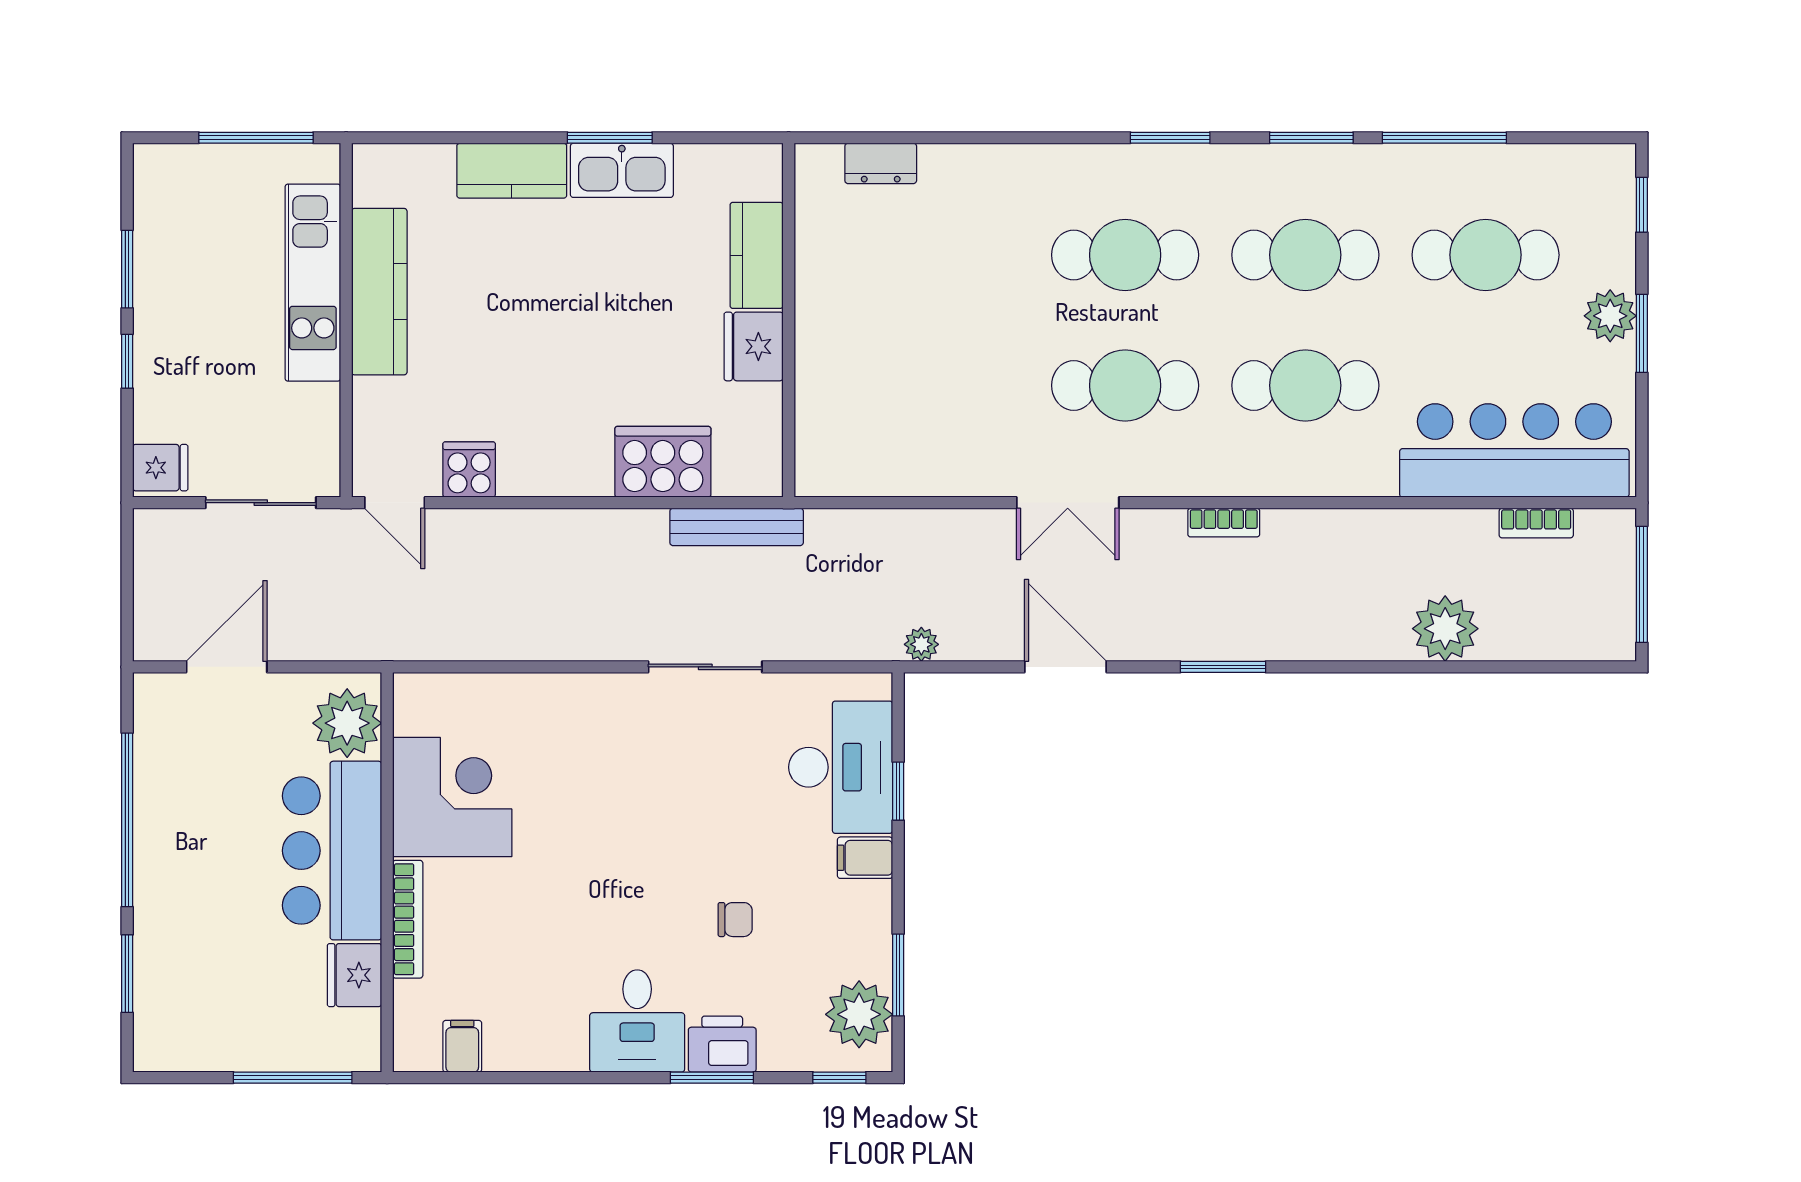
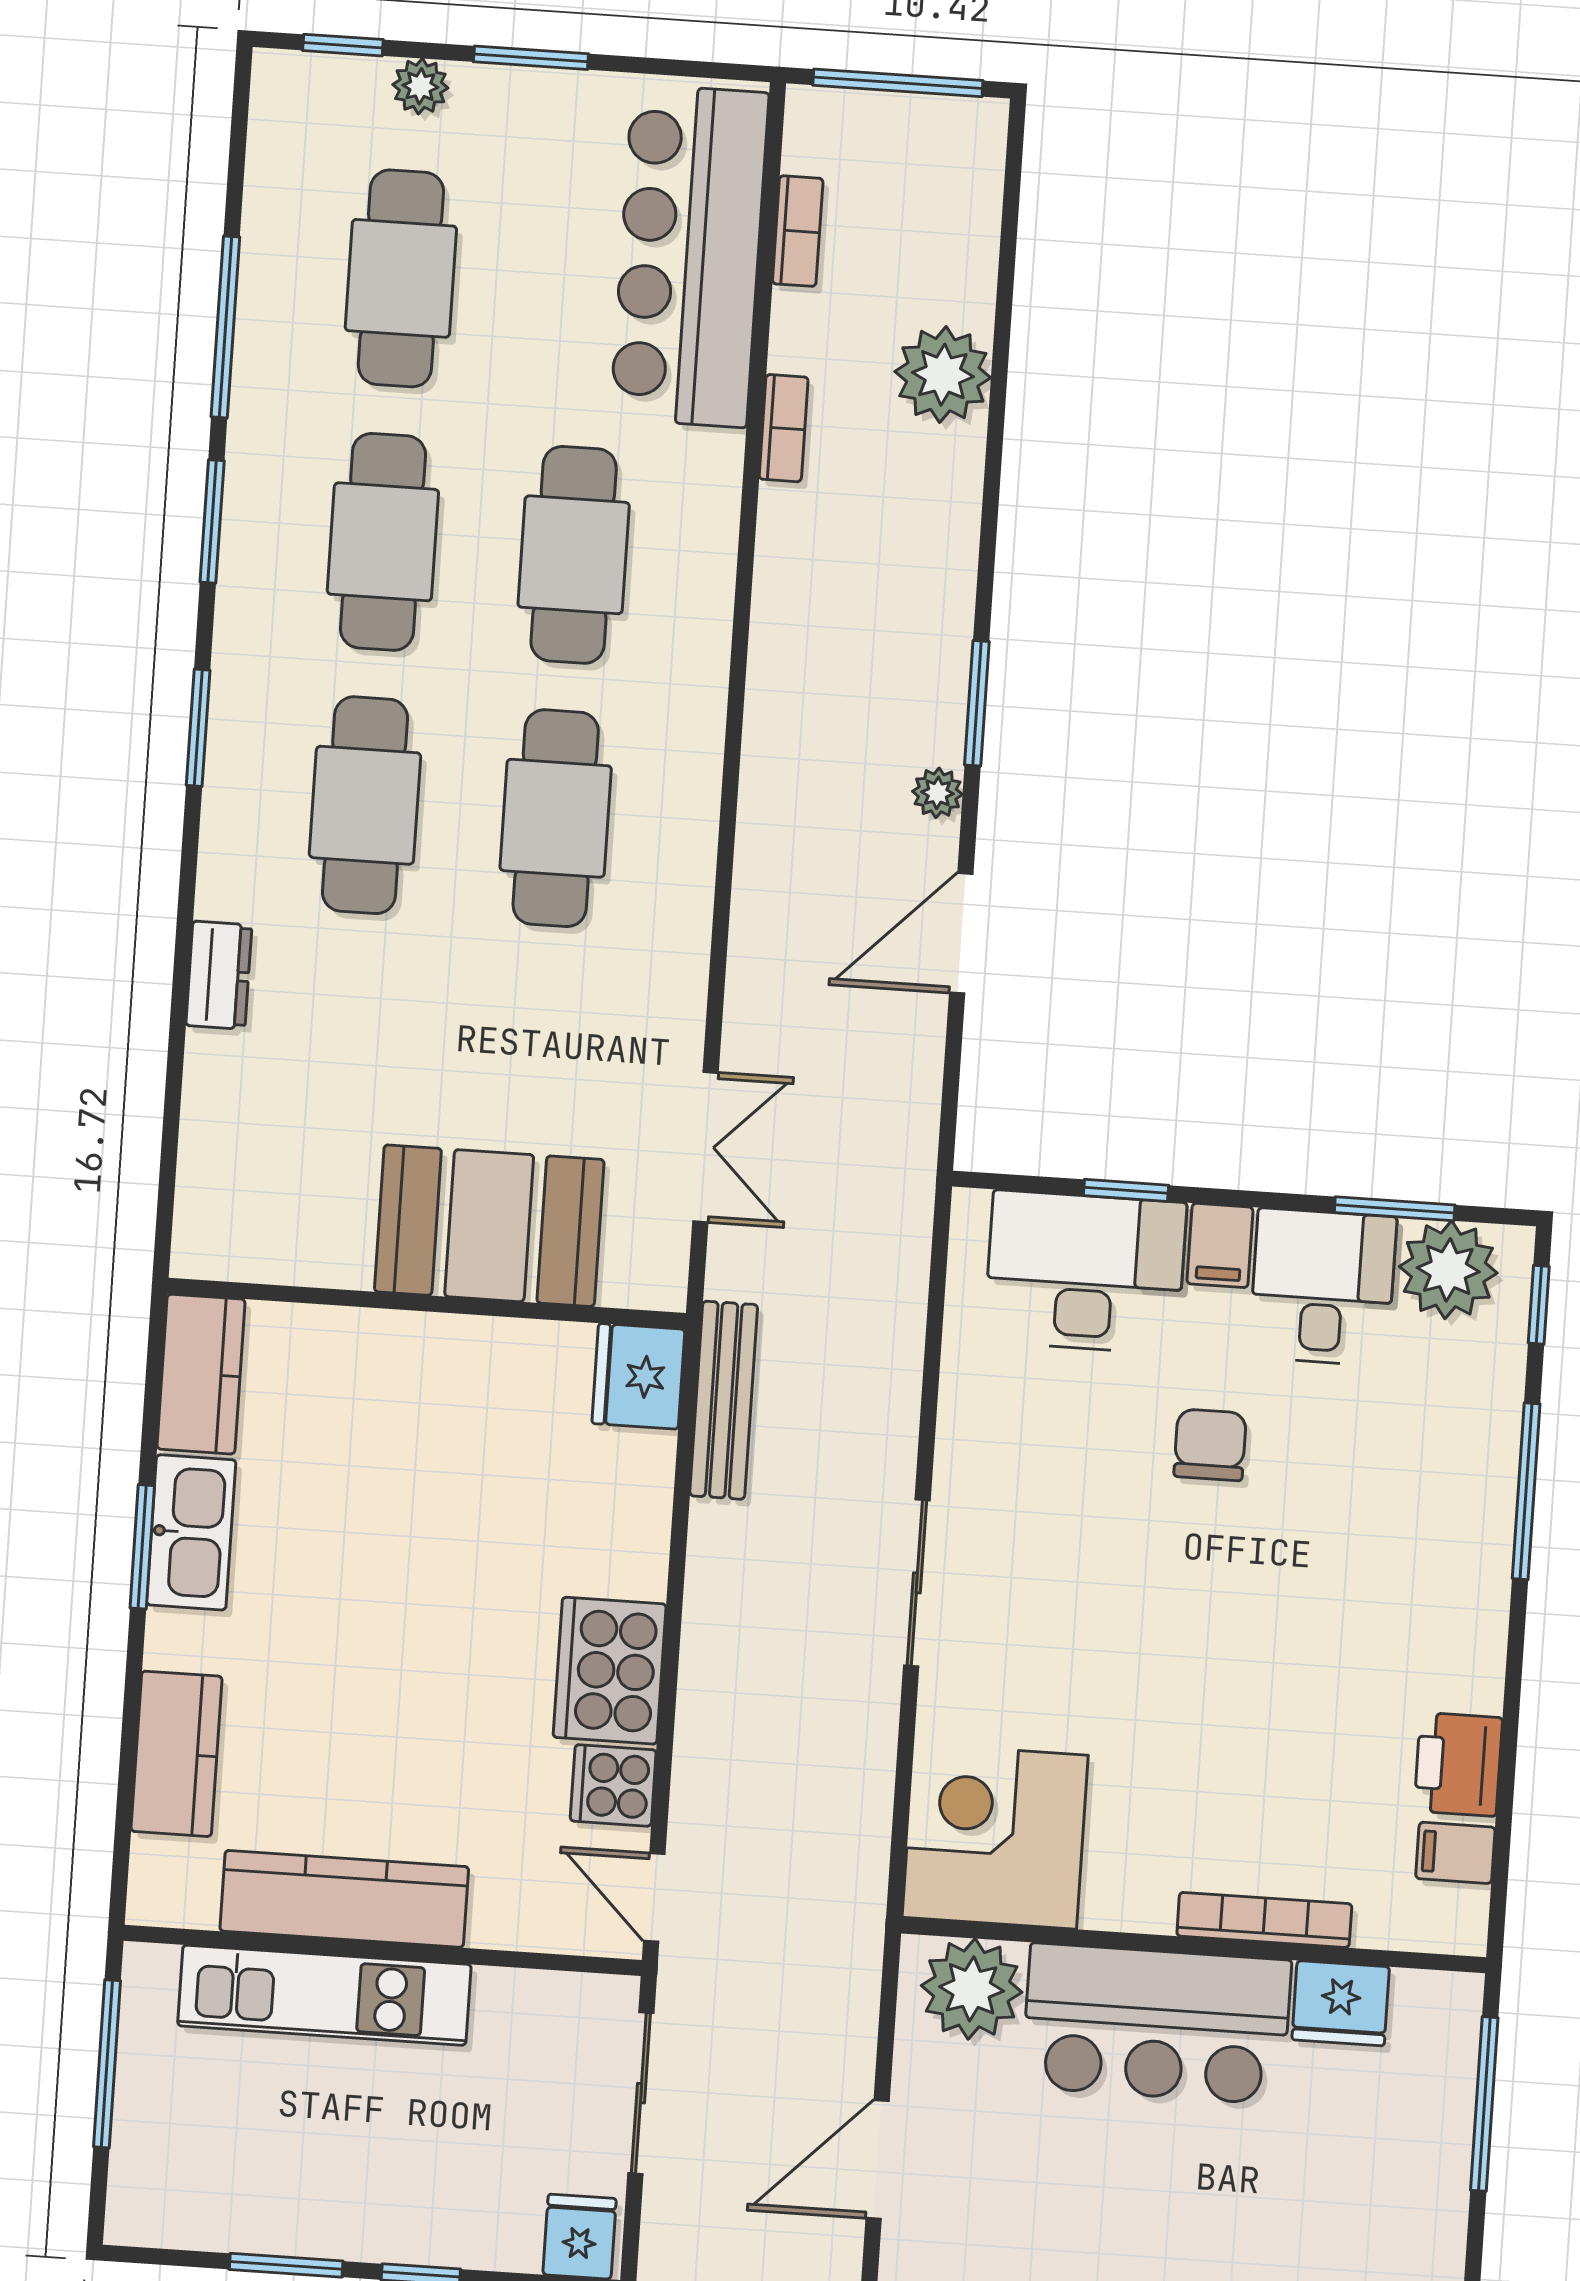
dresser: (881, 163) -> (219, 975), moved
kitchen counter: (512, 171) -> (176, 1754), moved
kitchen counter: (757, 255) -> (201, 1374), moved, turned -90
plant: (1610, 316) -> (420, 86), moved, width x0.73, depth x0.73
fridge: (754, 346) -> (638, 1376), moved, turned 90
booth: (845, 359) -> (489, 1226), added
cooker: (663, 462) -> (610, 1671), moved
door: (395, 503) -> (654, 1898), swing flipped
double door: (1068, 503) -> (705, 1147), moved
bookcase: (1224, 523) -> (784, 428), moved
plant: (921, 644) -> (937, 793), moved
door: (227, 667) -> (878, 2160), hinge flipped
sliding door: (705, 667) -> (917, 1583), moved
corner desk: (452, 797) -> (995, 1836), moved
chair: (735, 920) -> (1210, 1445), moved, width x1.37, depth x1.37
desk: (637, 1021) -> (1323, 1287), moved, turned -90
printer: (722, 1044) -> (1458, 1764), moved
window: (712, 1078) -> (1526, 1491), width x1.44

